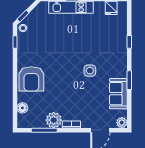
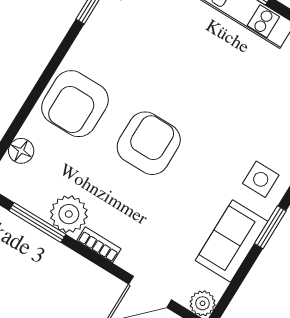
side table: (90, 71) -> (261, 179), moved
armchair: (67, 77) -> (149, 143), added

